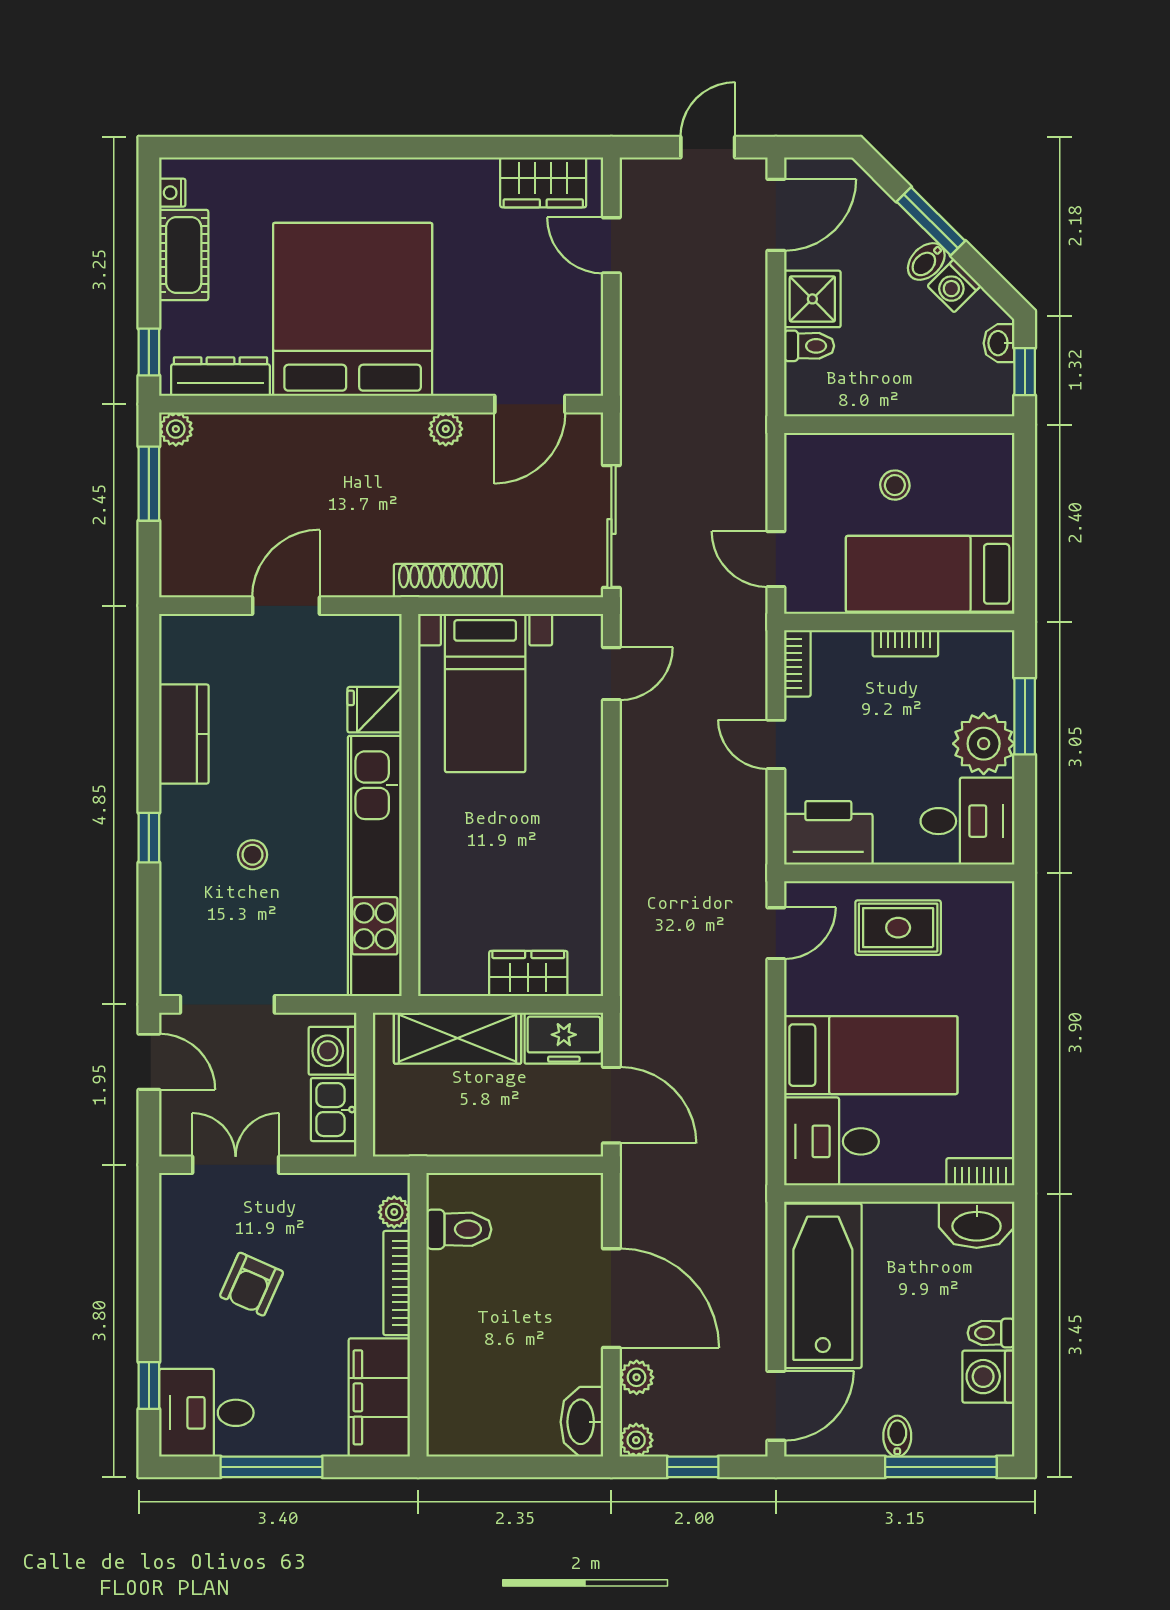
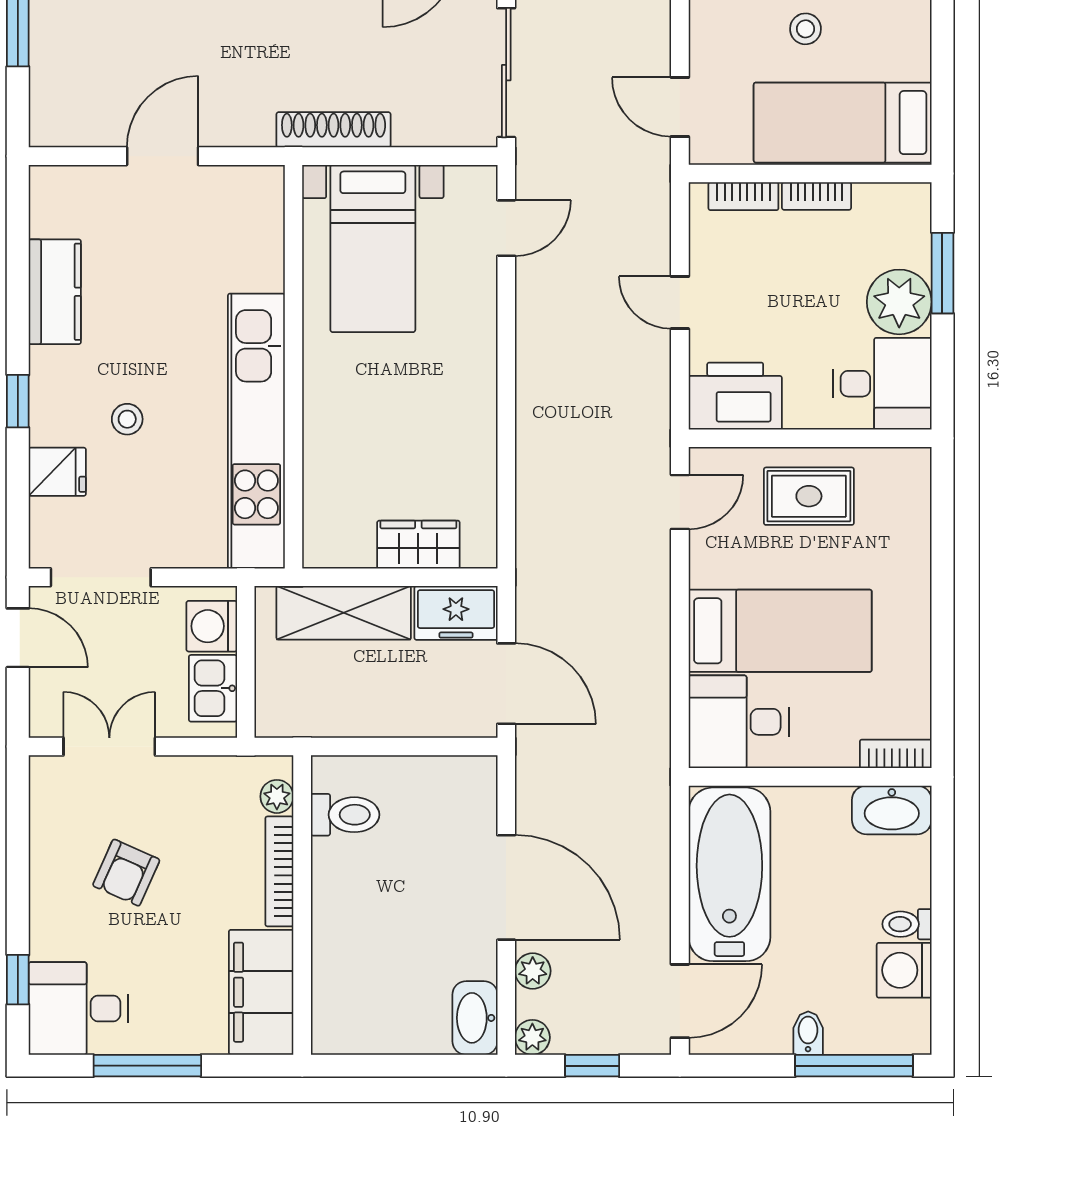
bookcase: (797, 663) -> (743, 196), moved, turned 90
fridge: (375, 710) -> (57, 472), moved, turned 180

